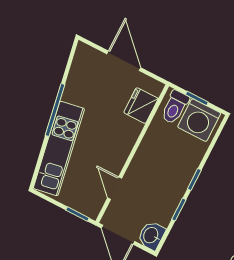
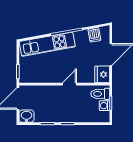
dishwasher: (81, 70) -> (94, 35), added
fridge: (141, 106) -> (102, 74), moved, turned -90
washing machine: (199, 120) -> (105, 106), width x0.53, depth x0.53
door: (115, 188) -> (69, 84), moved

